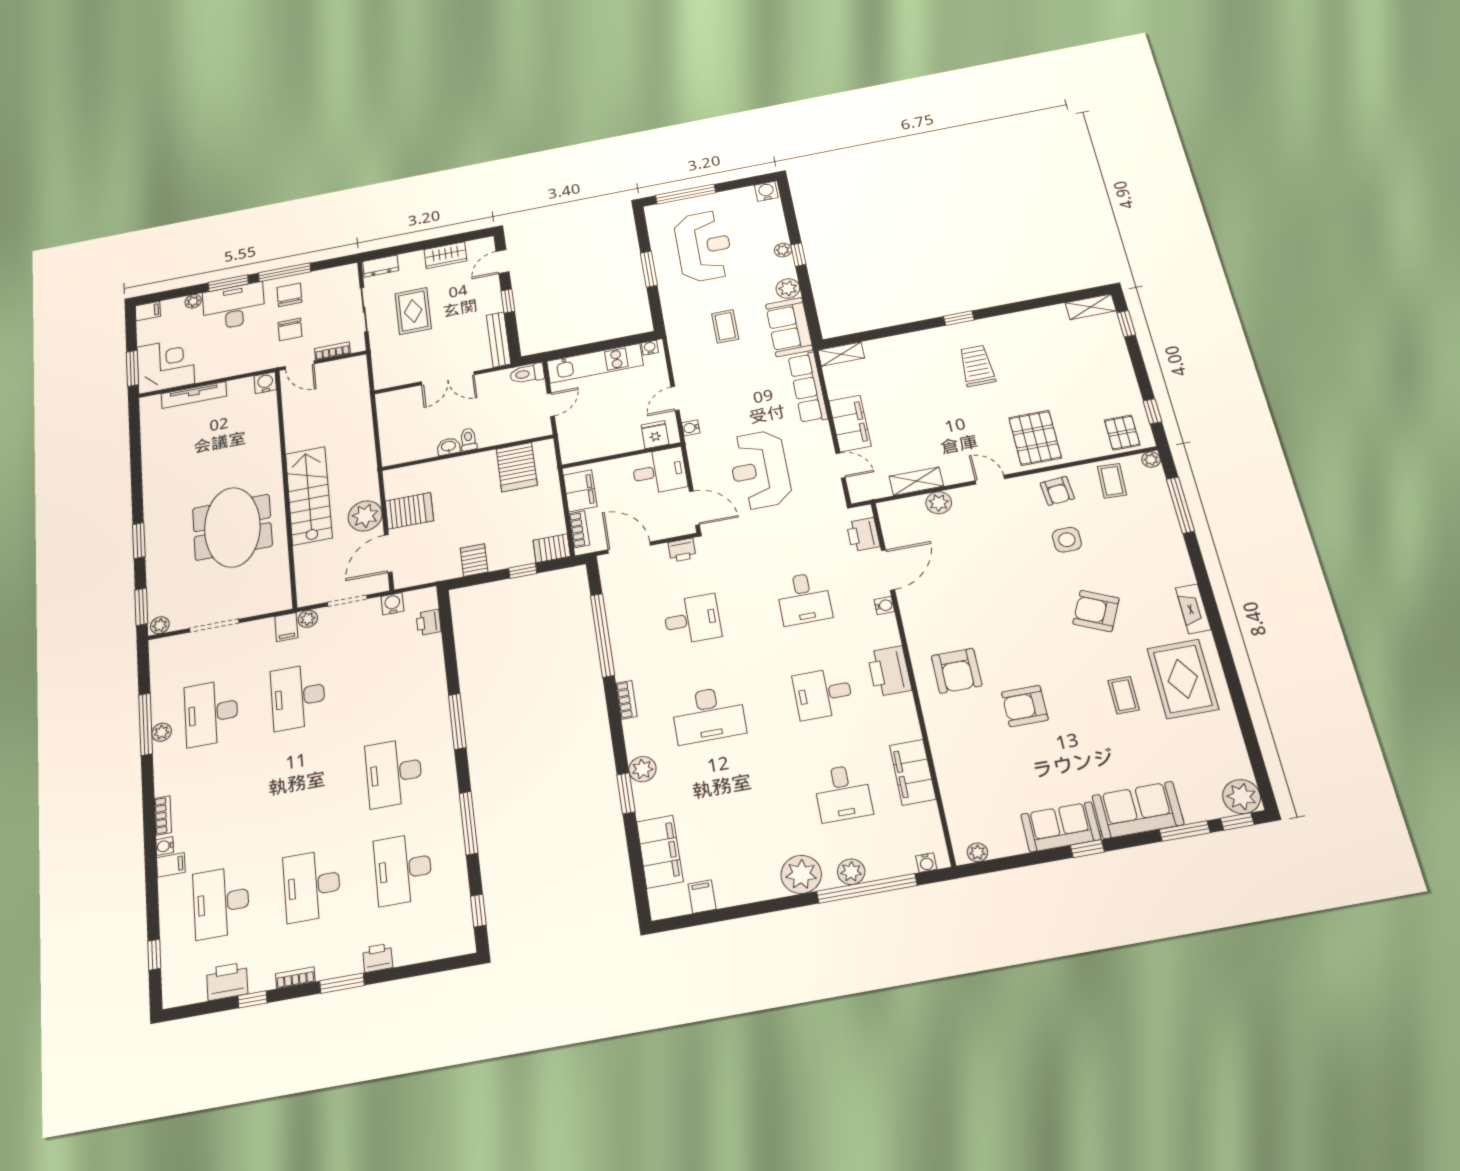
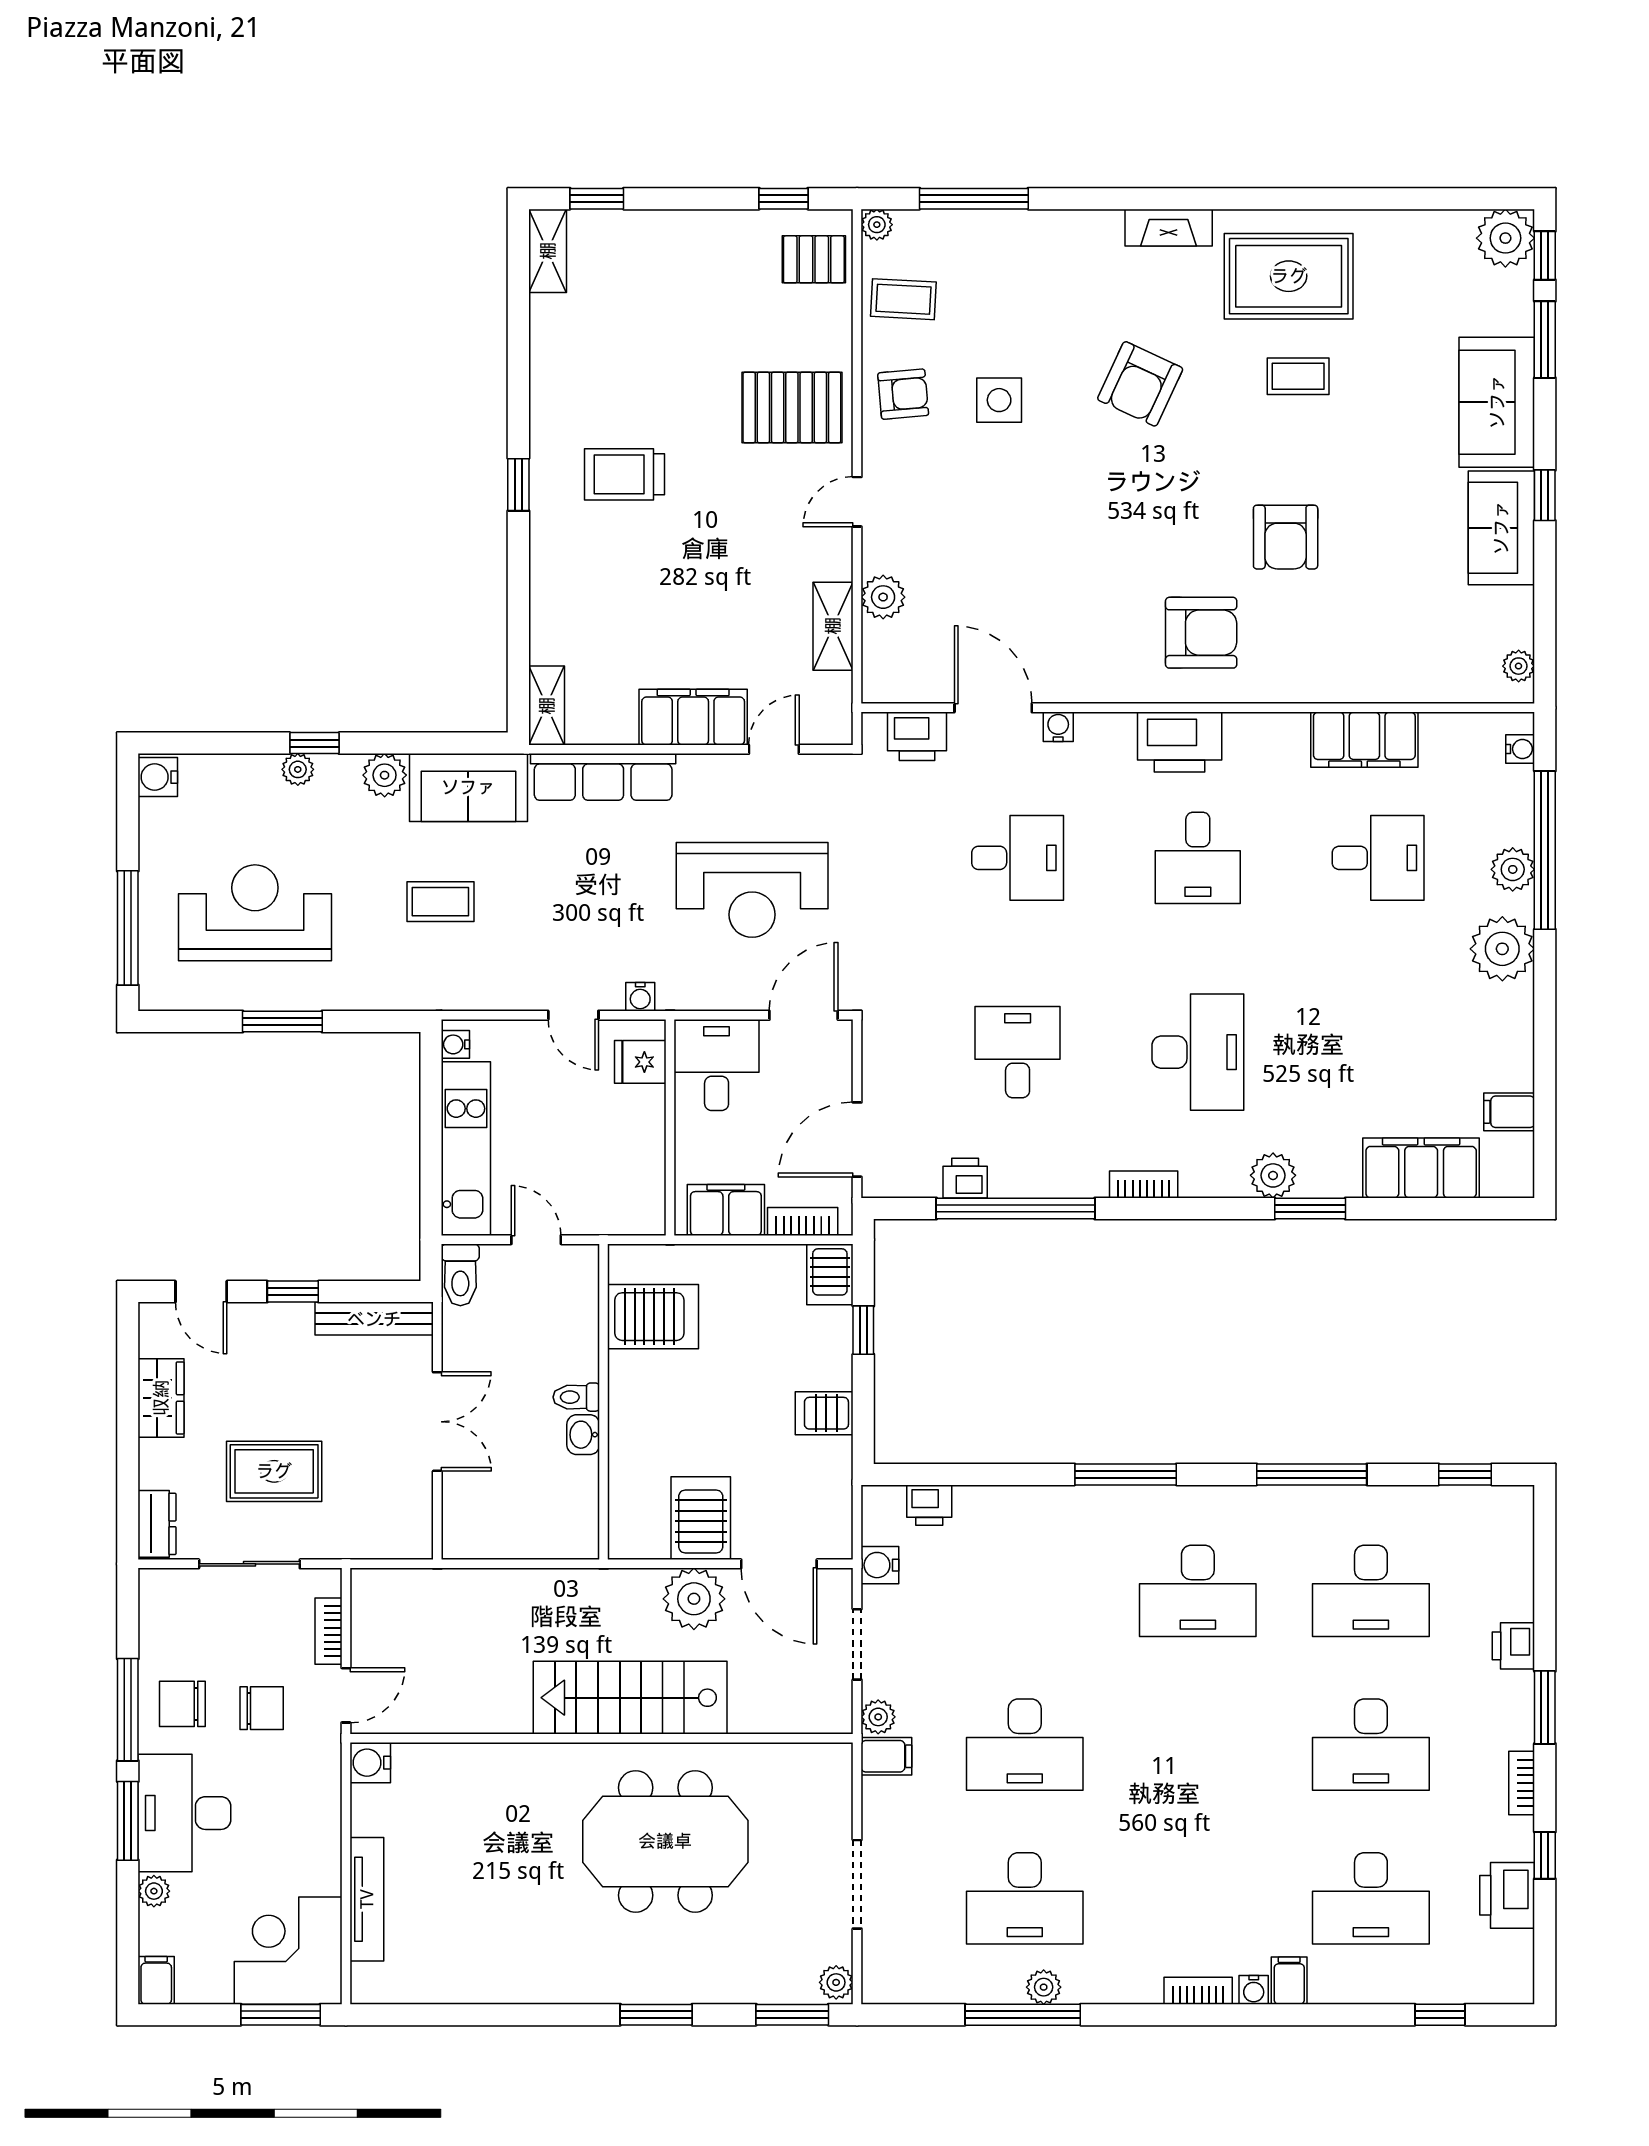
printer: (682, 550) -> (965, 1178), moved, turned -90

